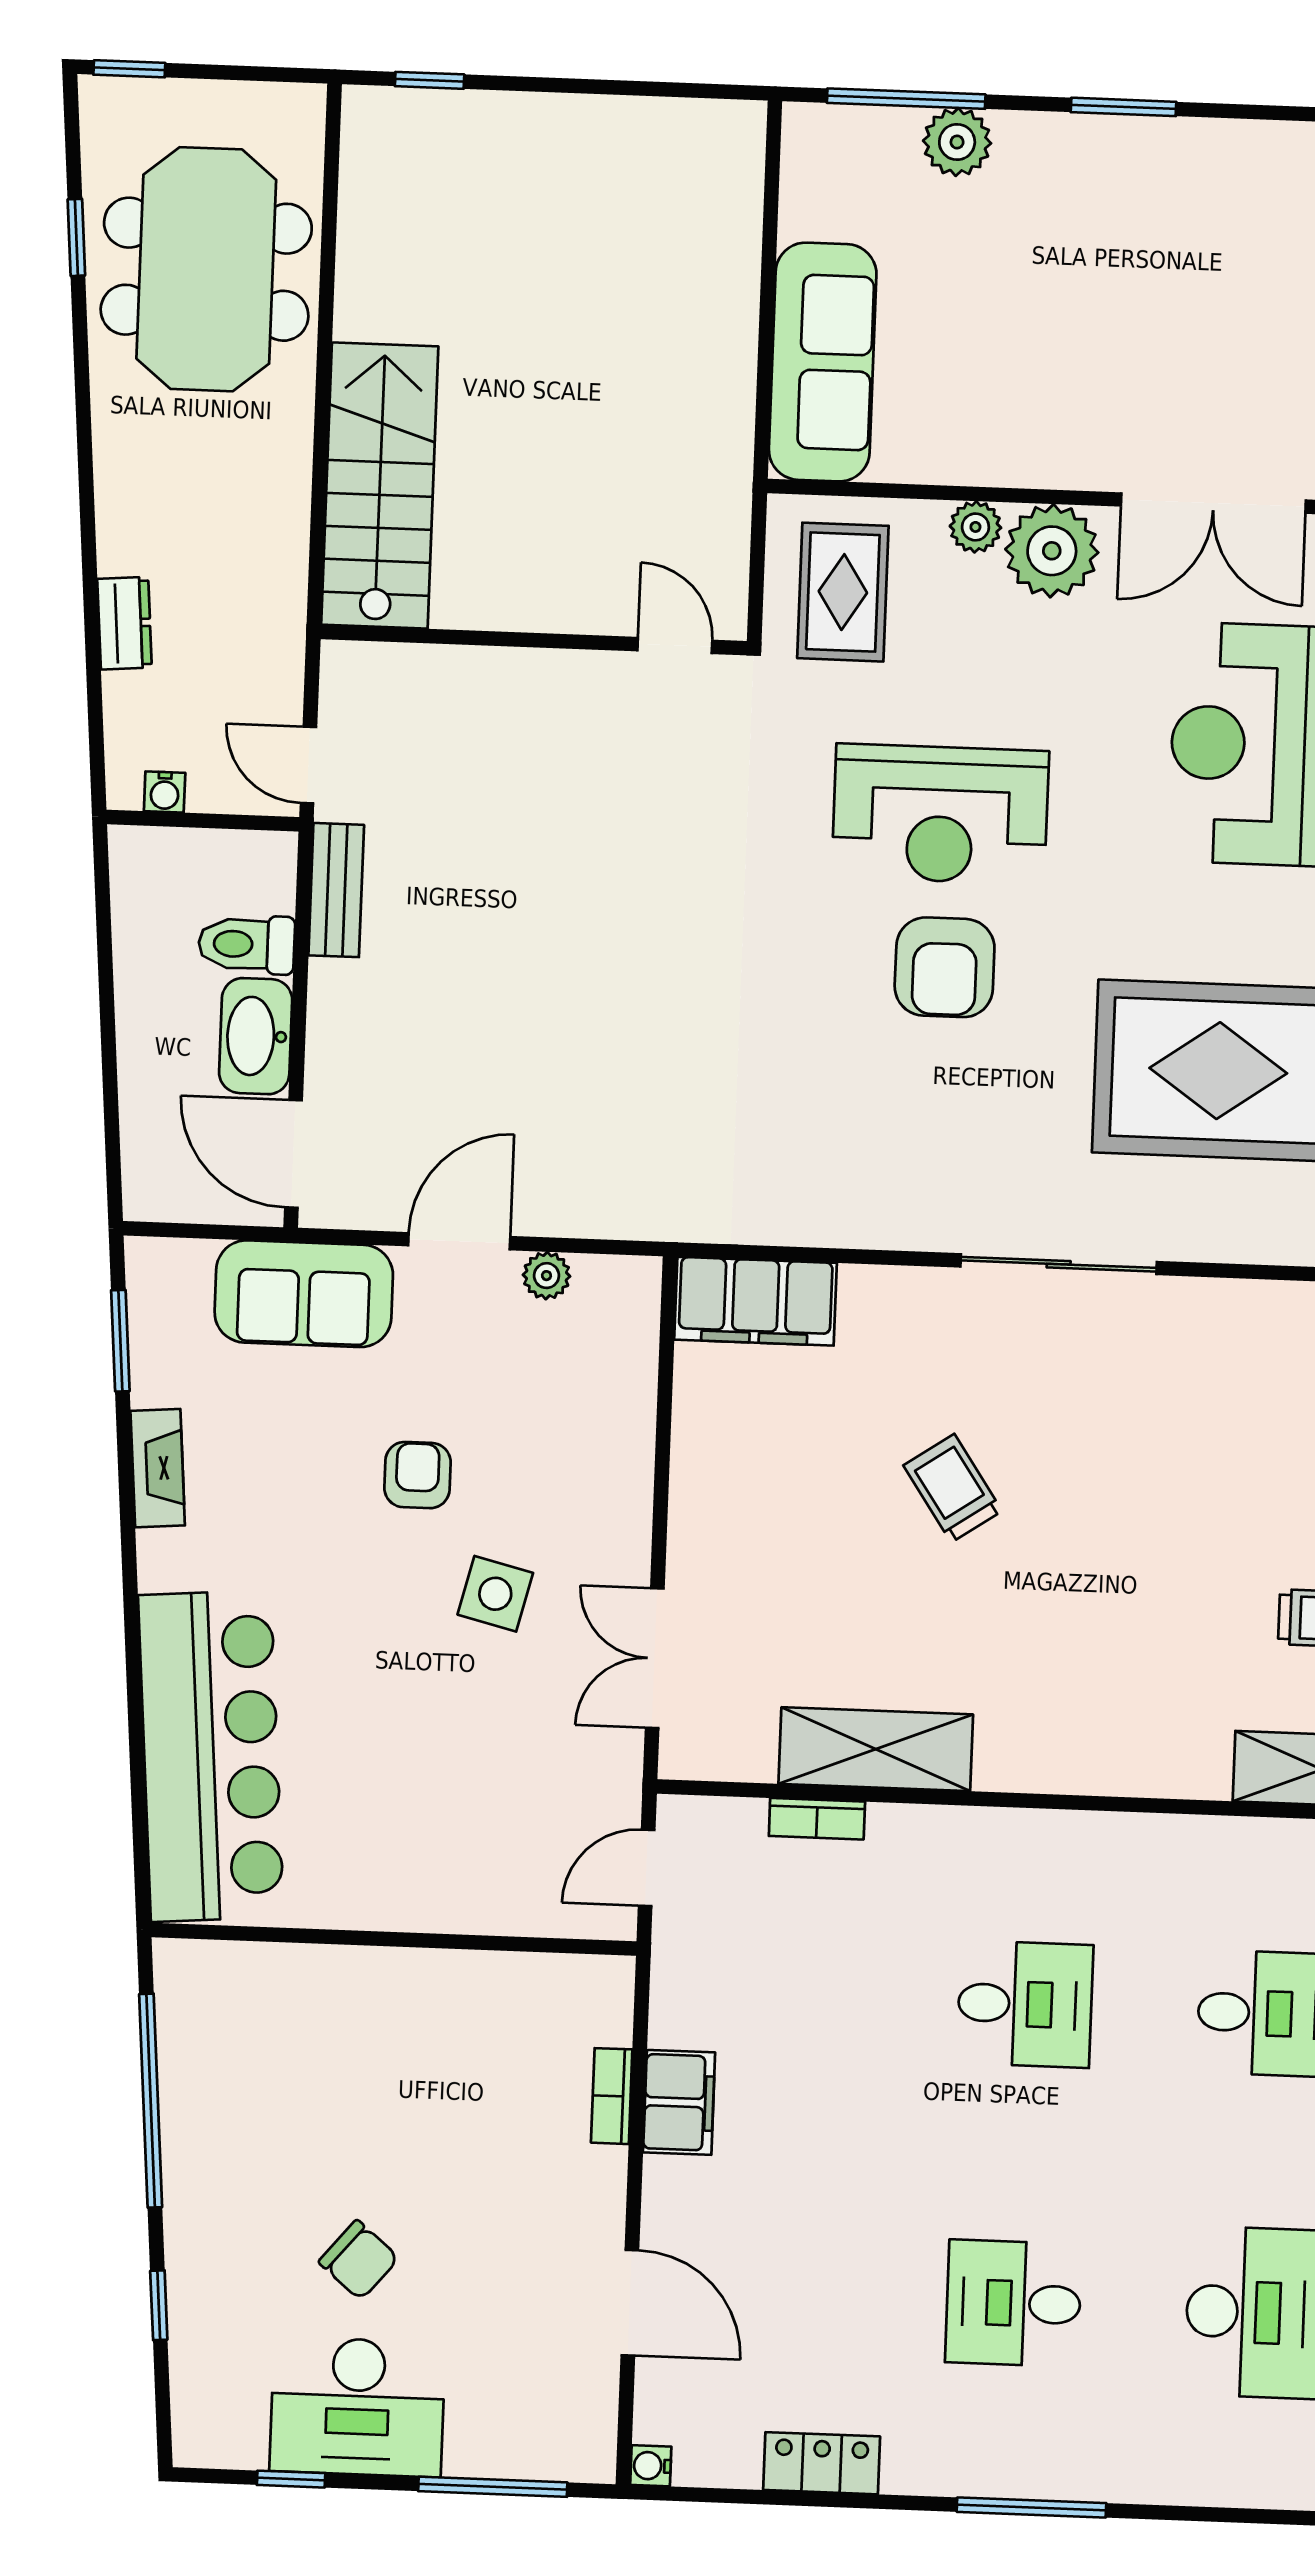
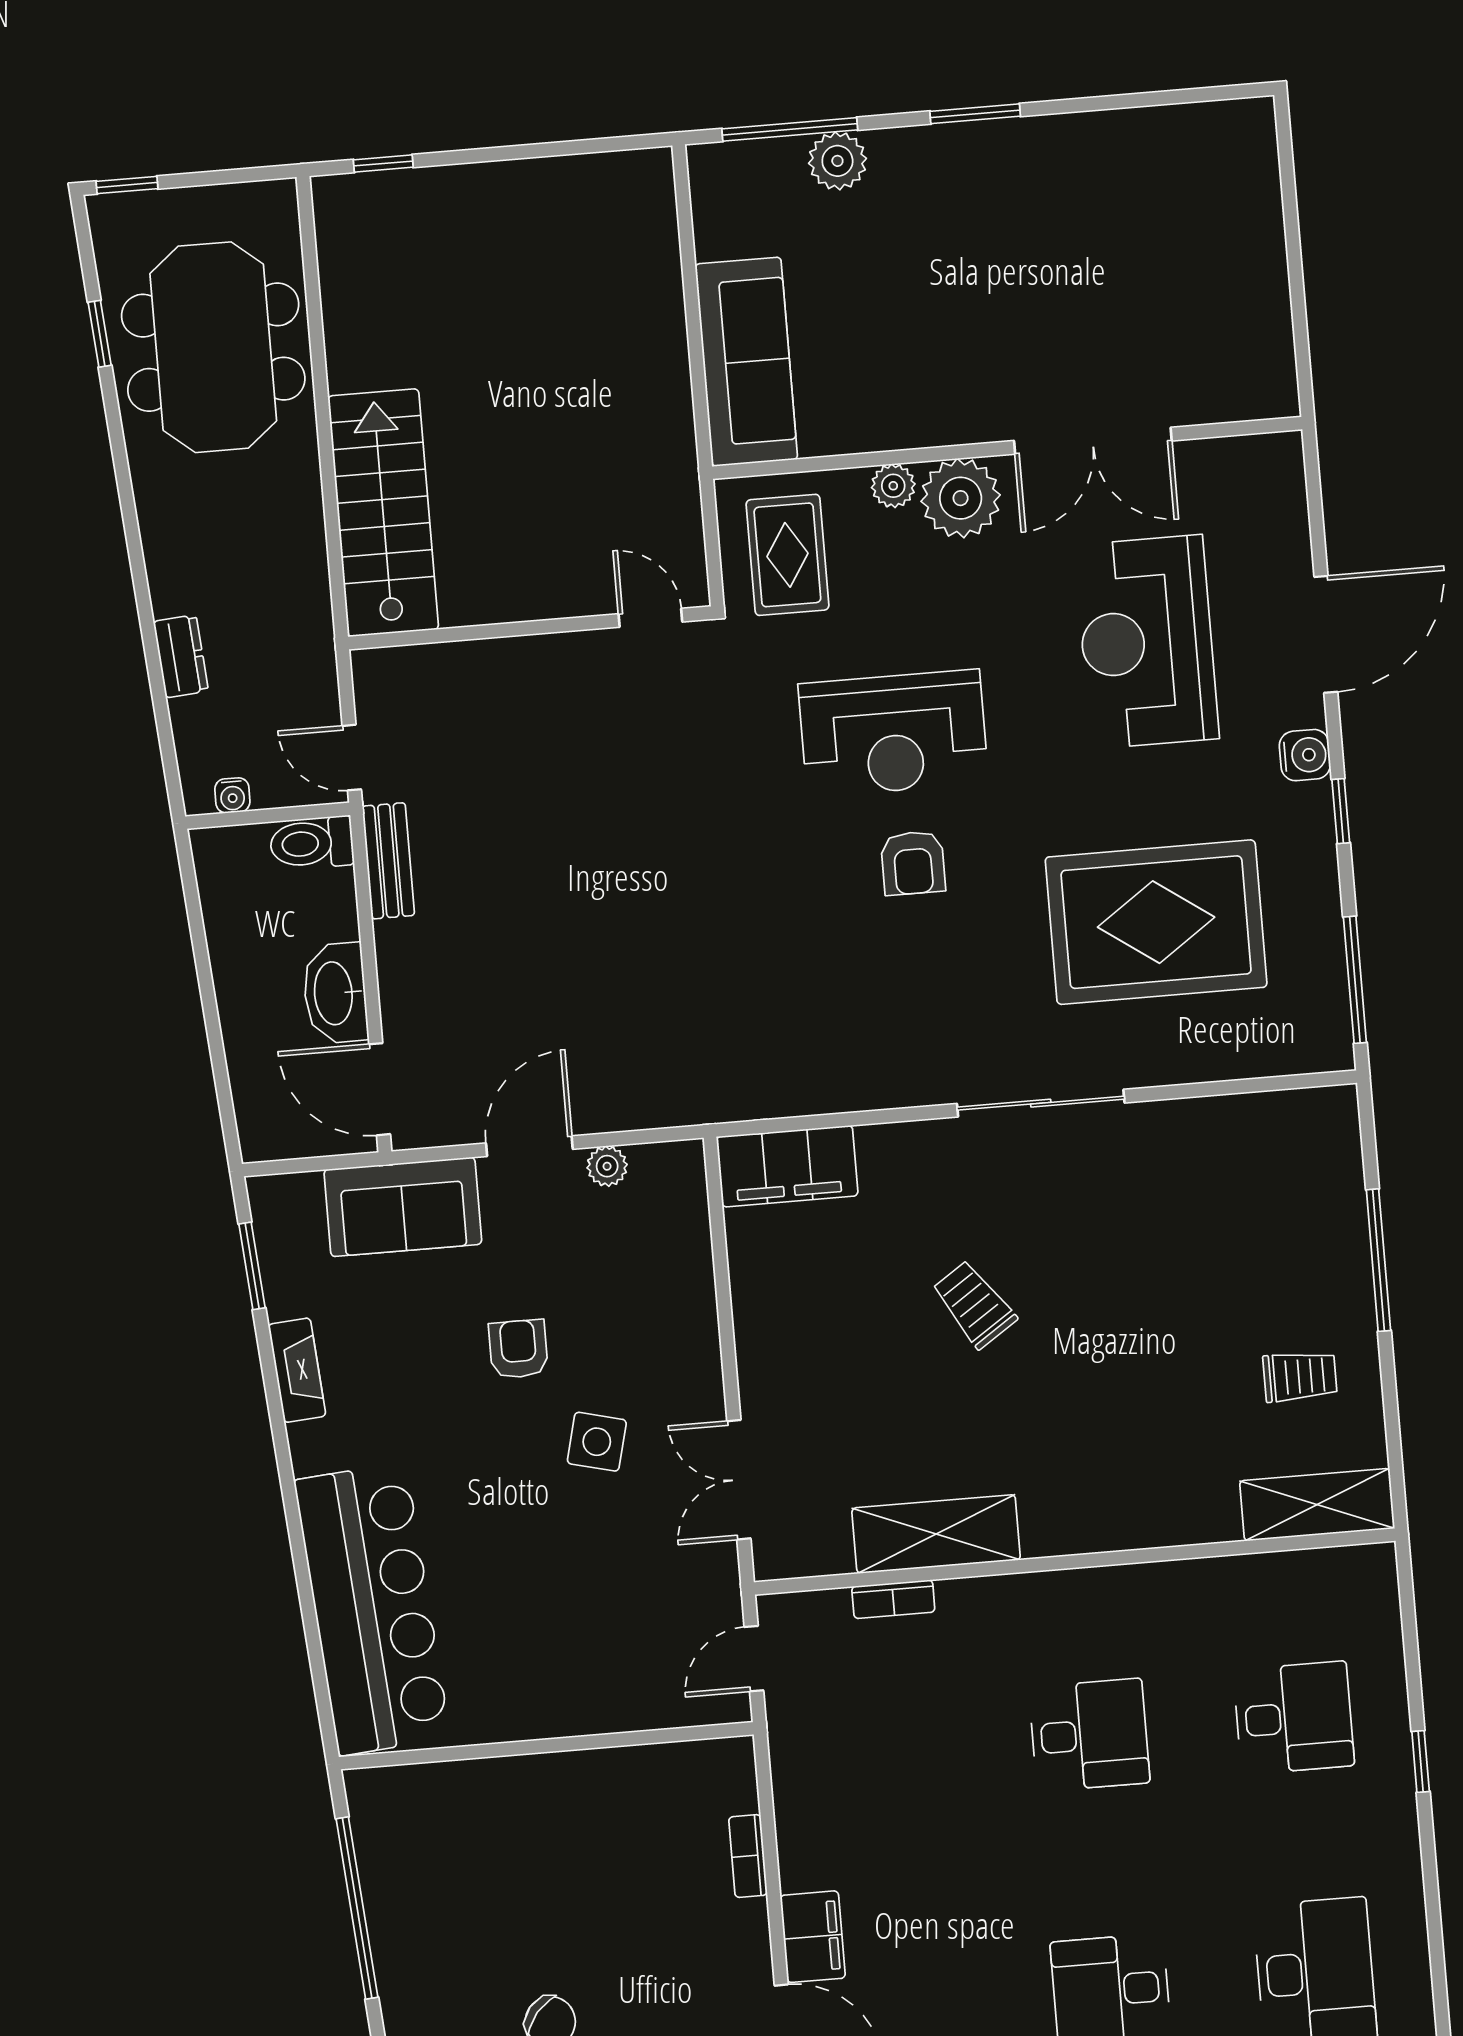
toilet: (247, 944) -> (312, 843), moved
armchair: (945, 967) -> (913, 863), width x0.72, depth x0.72
filing cabinet: (679, 2102) -> (813, 1937), moved

